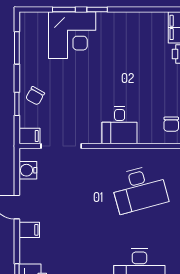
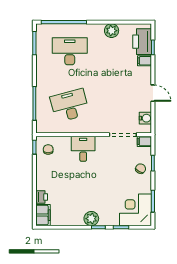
plant: (108, 22) -> (91, 219), added
corner desk: (72, 35) -> (136, 210), moved
filing cabinet: (29, 230) -> (144, 61), moved

